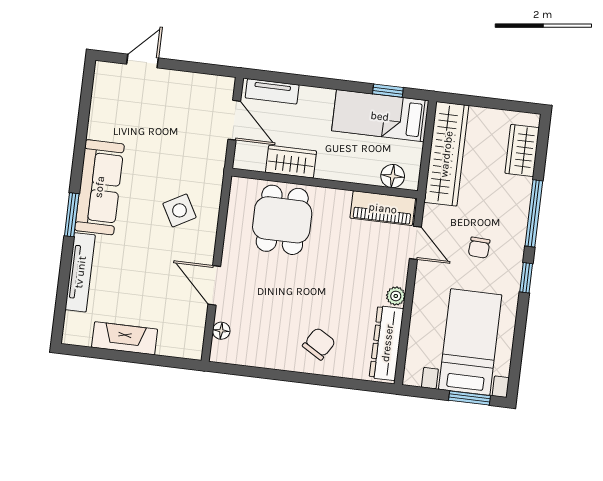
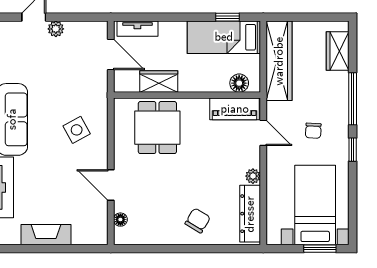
plant: (169, 79) -> (56, 29), added

